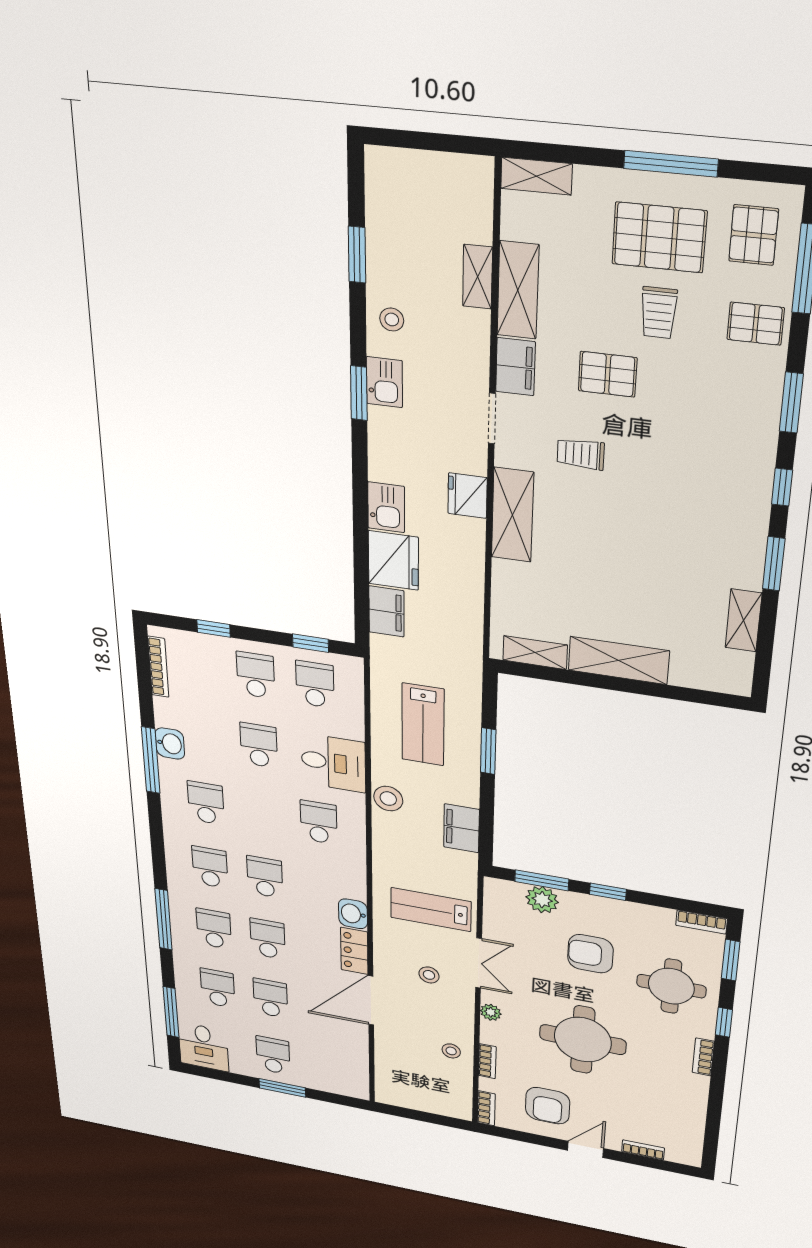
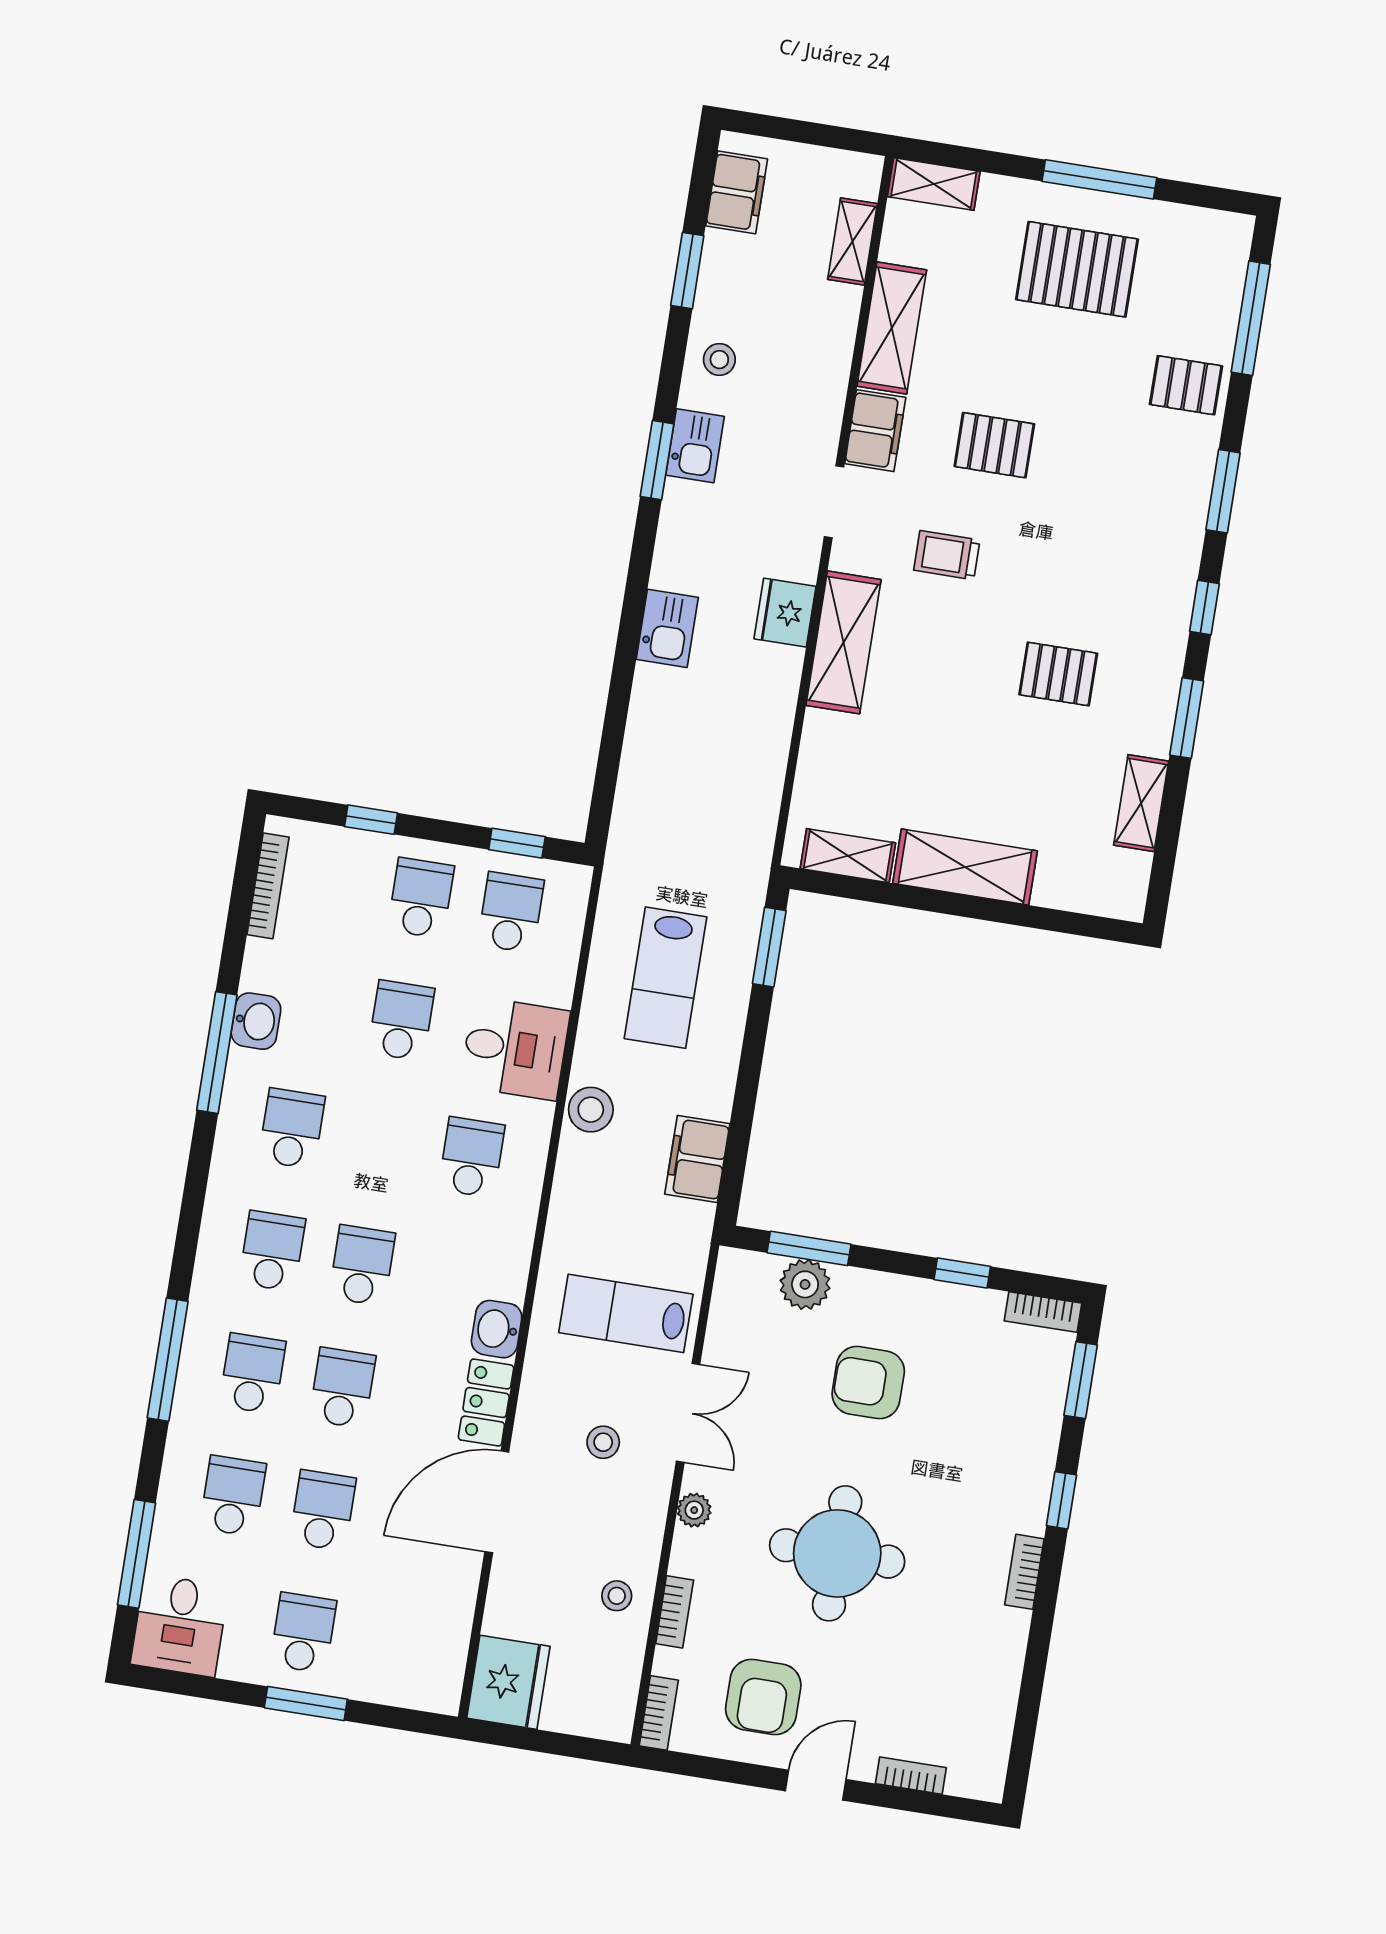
pallet: (754, 235) -> (1058, 674), moved, turned 90
shelving: (478, 277) -> (852, 242), moved
trolley: (659, 313) -> (1067, 366), removed
fridge: (393, 560) -> (508, 1682), moved
filing cabinet: (386, 611) -> (737, 192), moved
window: (488, 751) -> (769, 947), moved
window: (608, 892) -> (962, 1273), moved
round table: (671, 986) -> (987, 1436), removed

